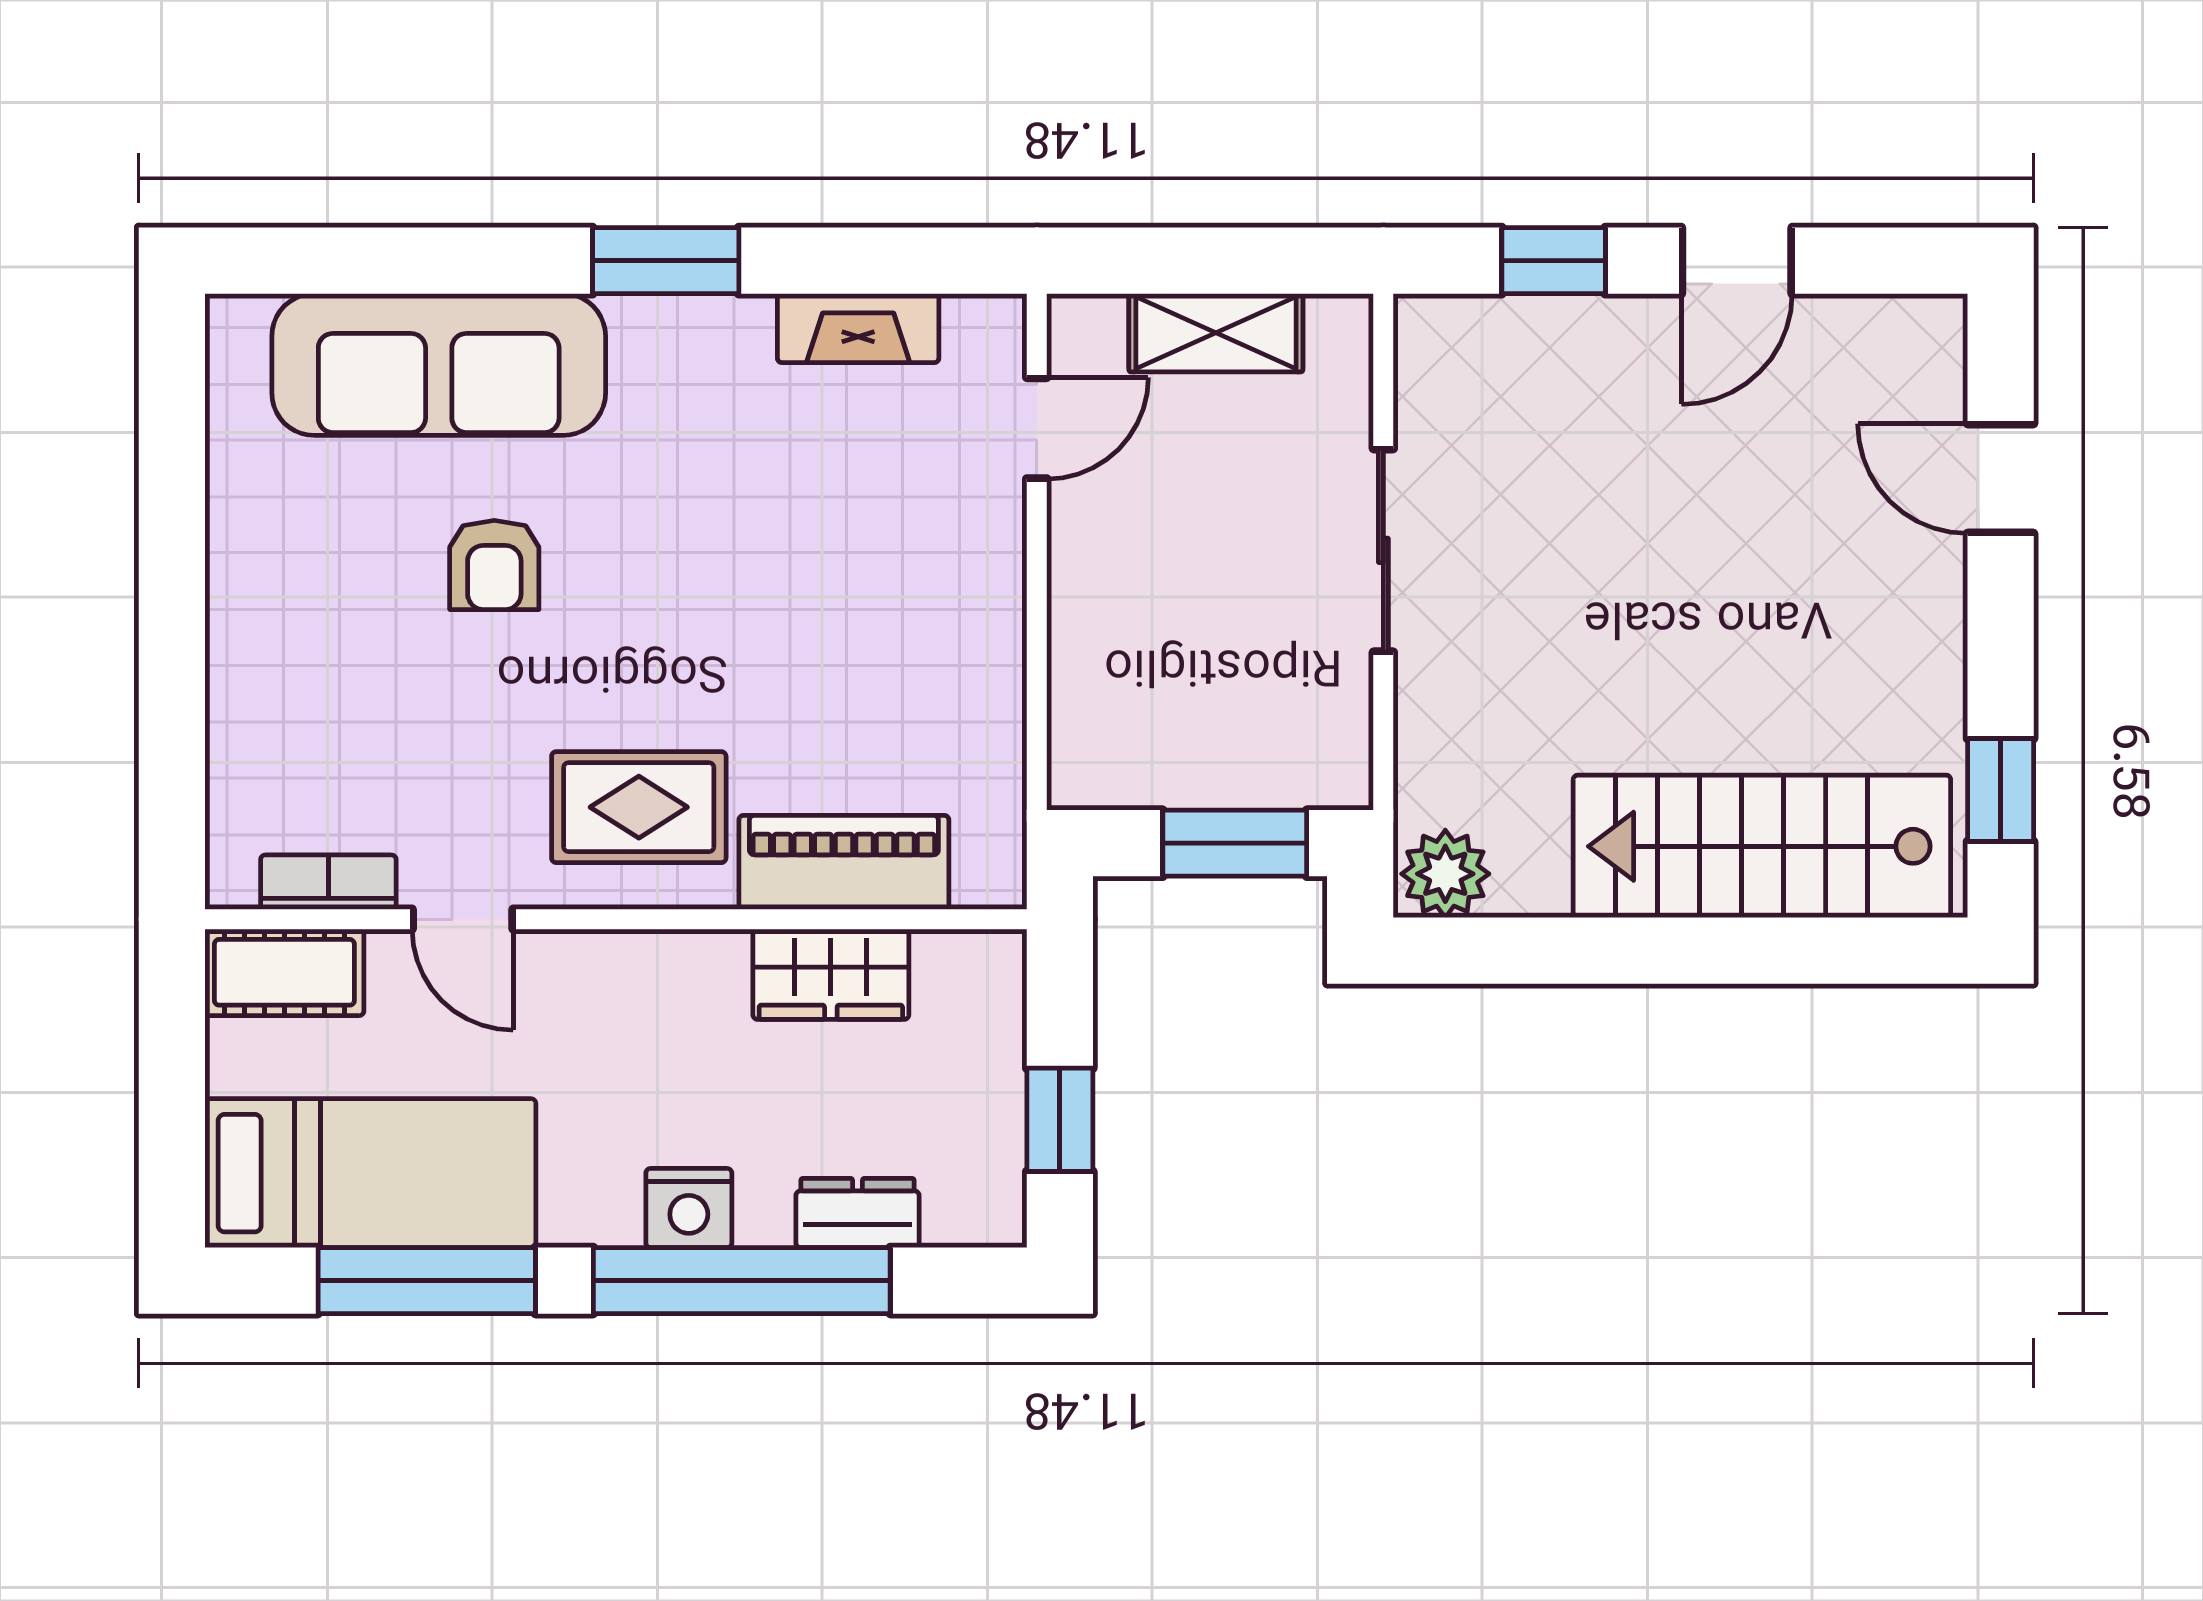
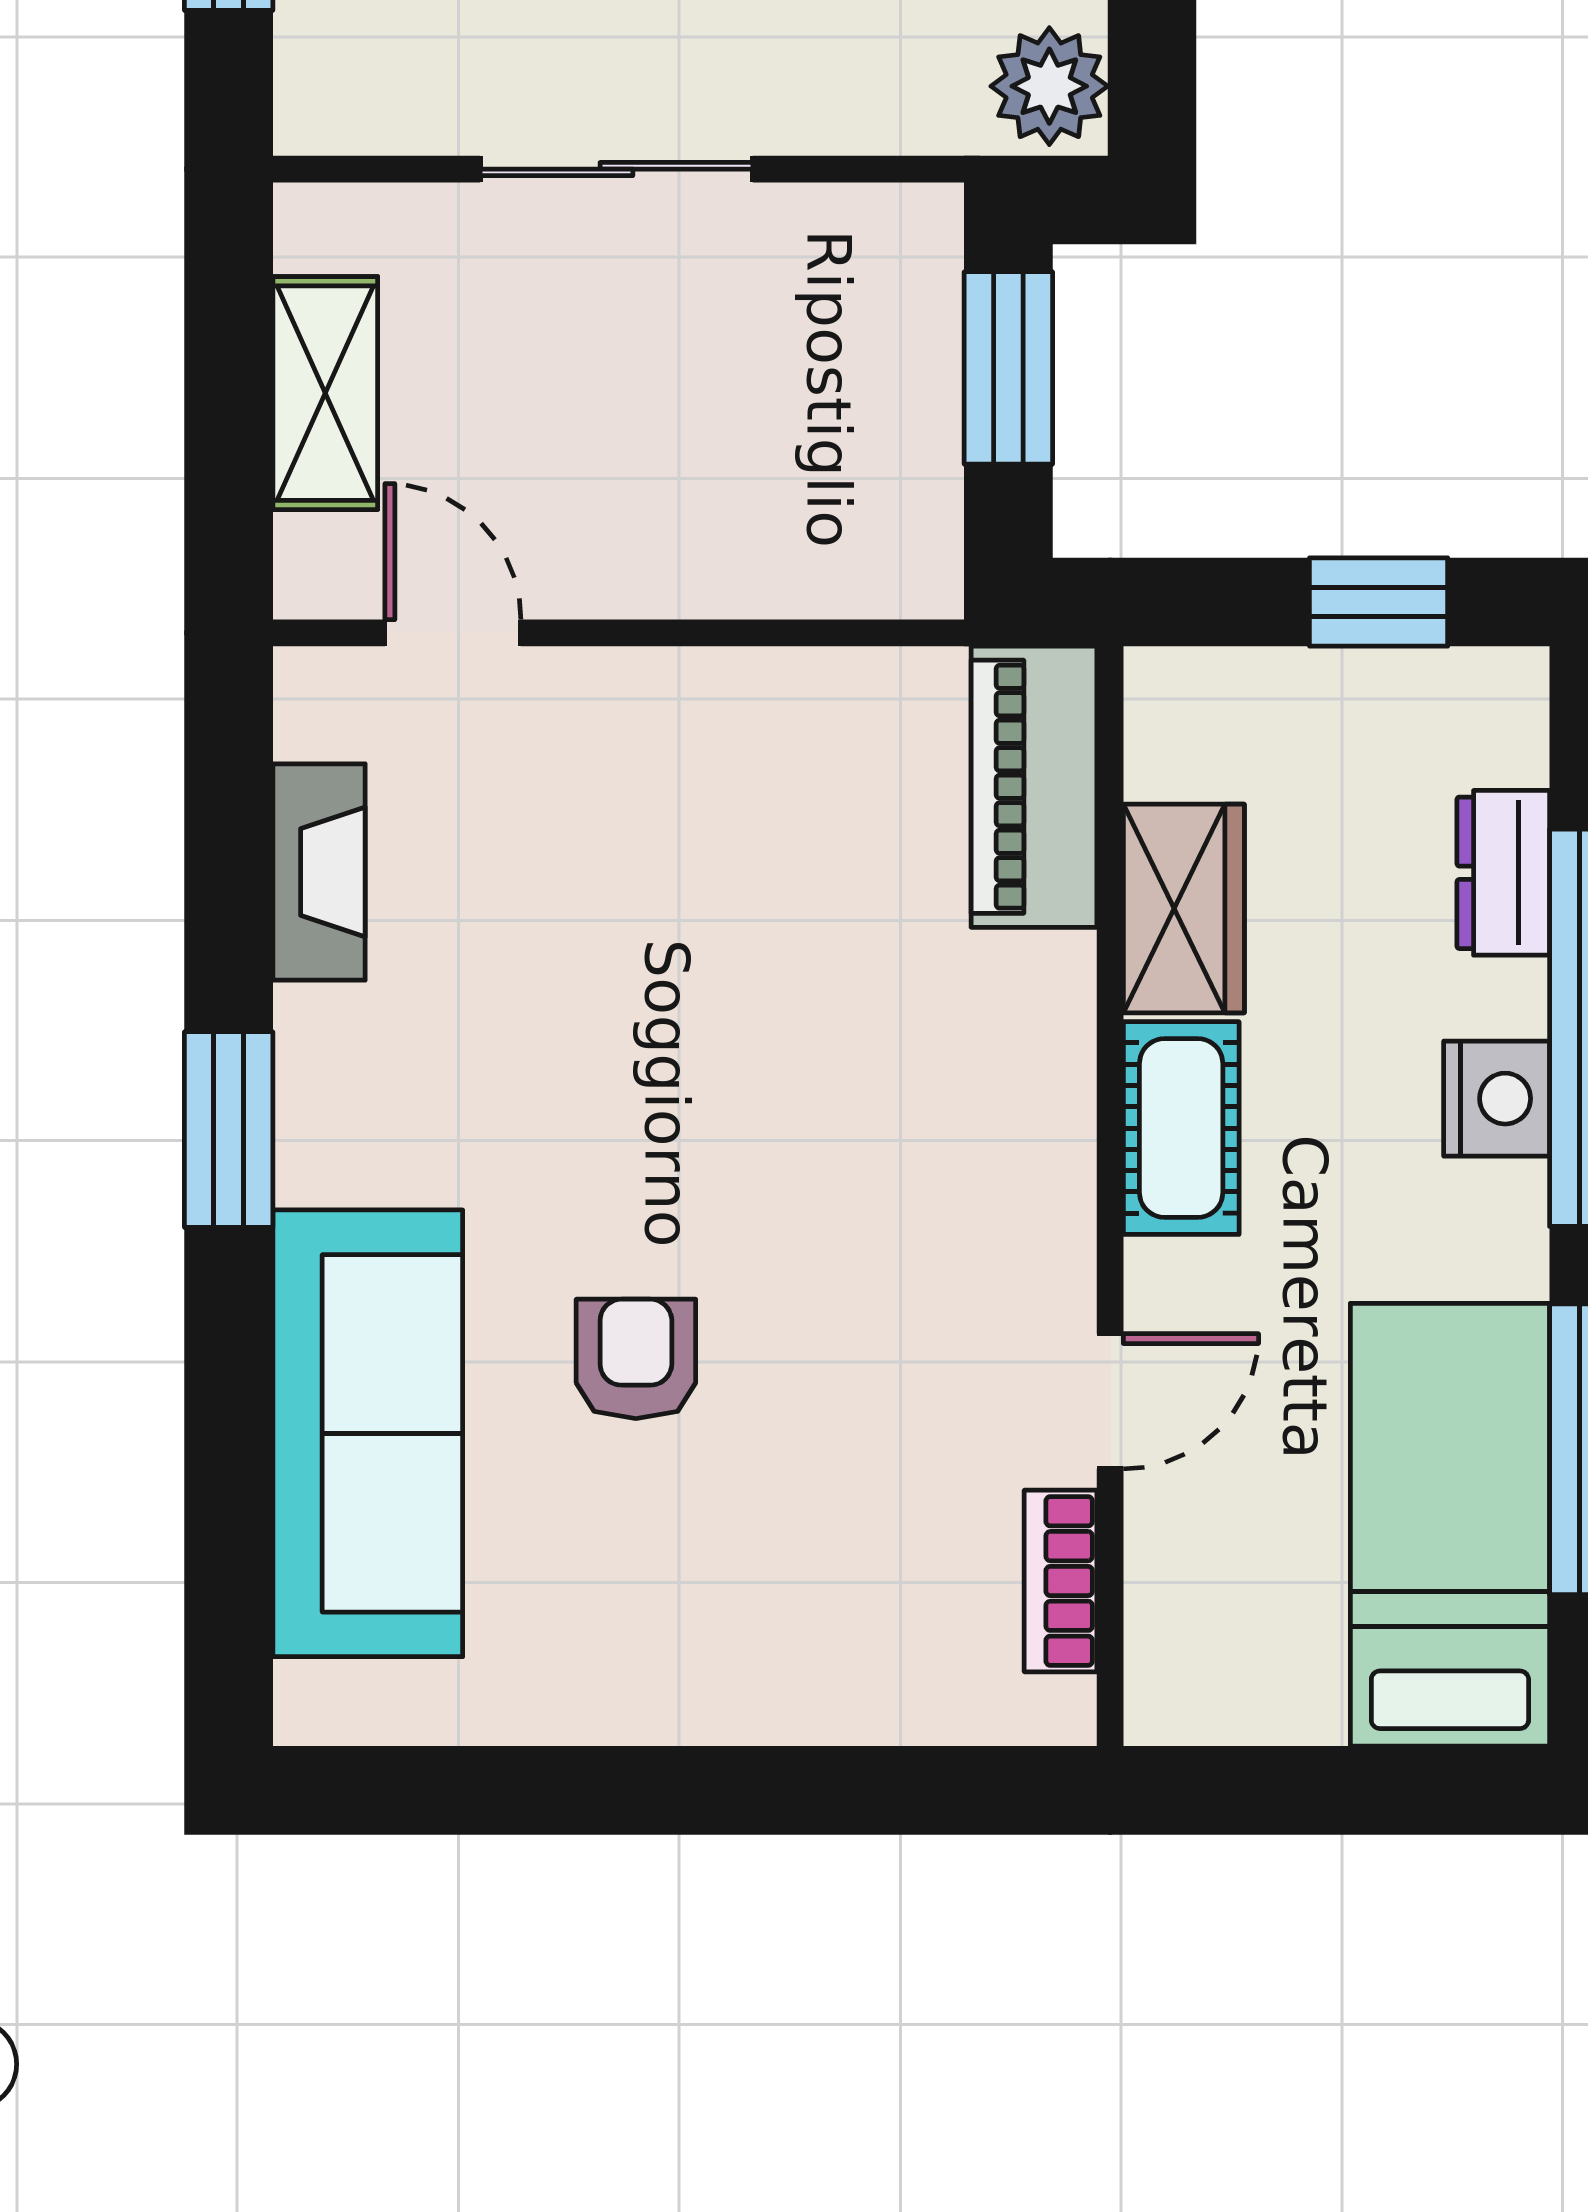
armchair: (494, 565) -> (636, 1359), turned -90
rug: (639, 807) -> (960, 1166), removed
piano: (844, 862) -> (1034, 787), moved
cot: (284, 972) -> (1181, 1128), moved

